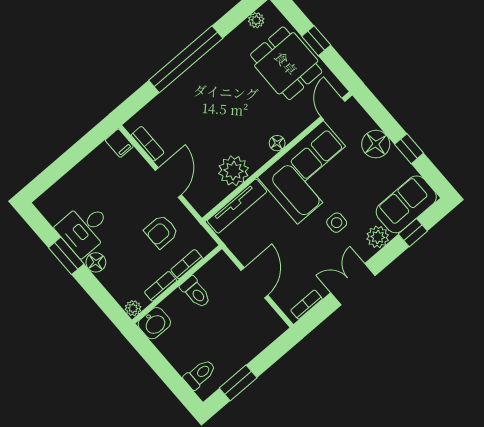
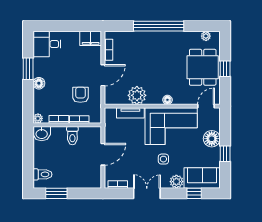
filing cabinet: (119, 143) -> (91, 38), width x2.00
tv unit: (237, 206) -> (130, 113), width x0.71
desk: (84, 229) -> (47, 44), moved
armchair: (161, 232) -> (80, 95), turned 90

